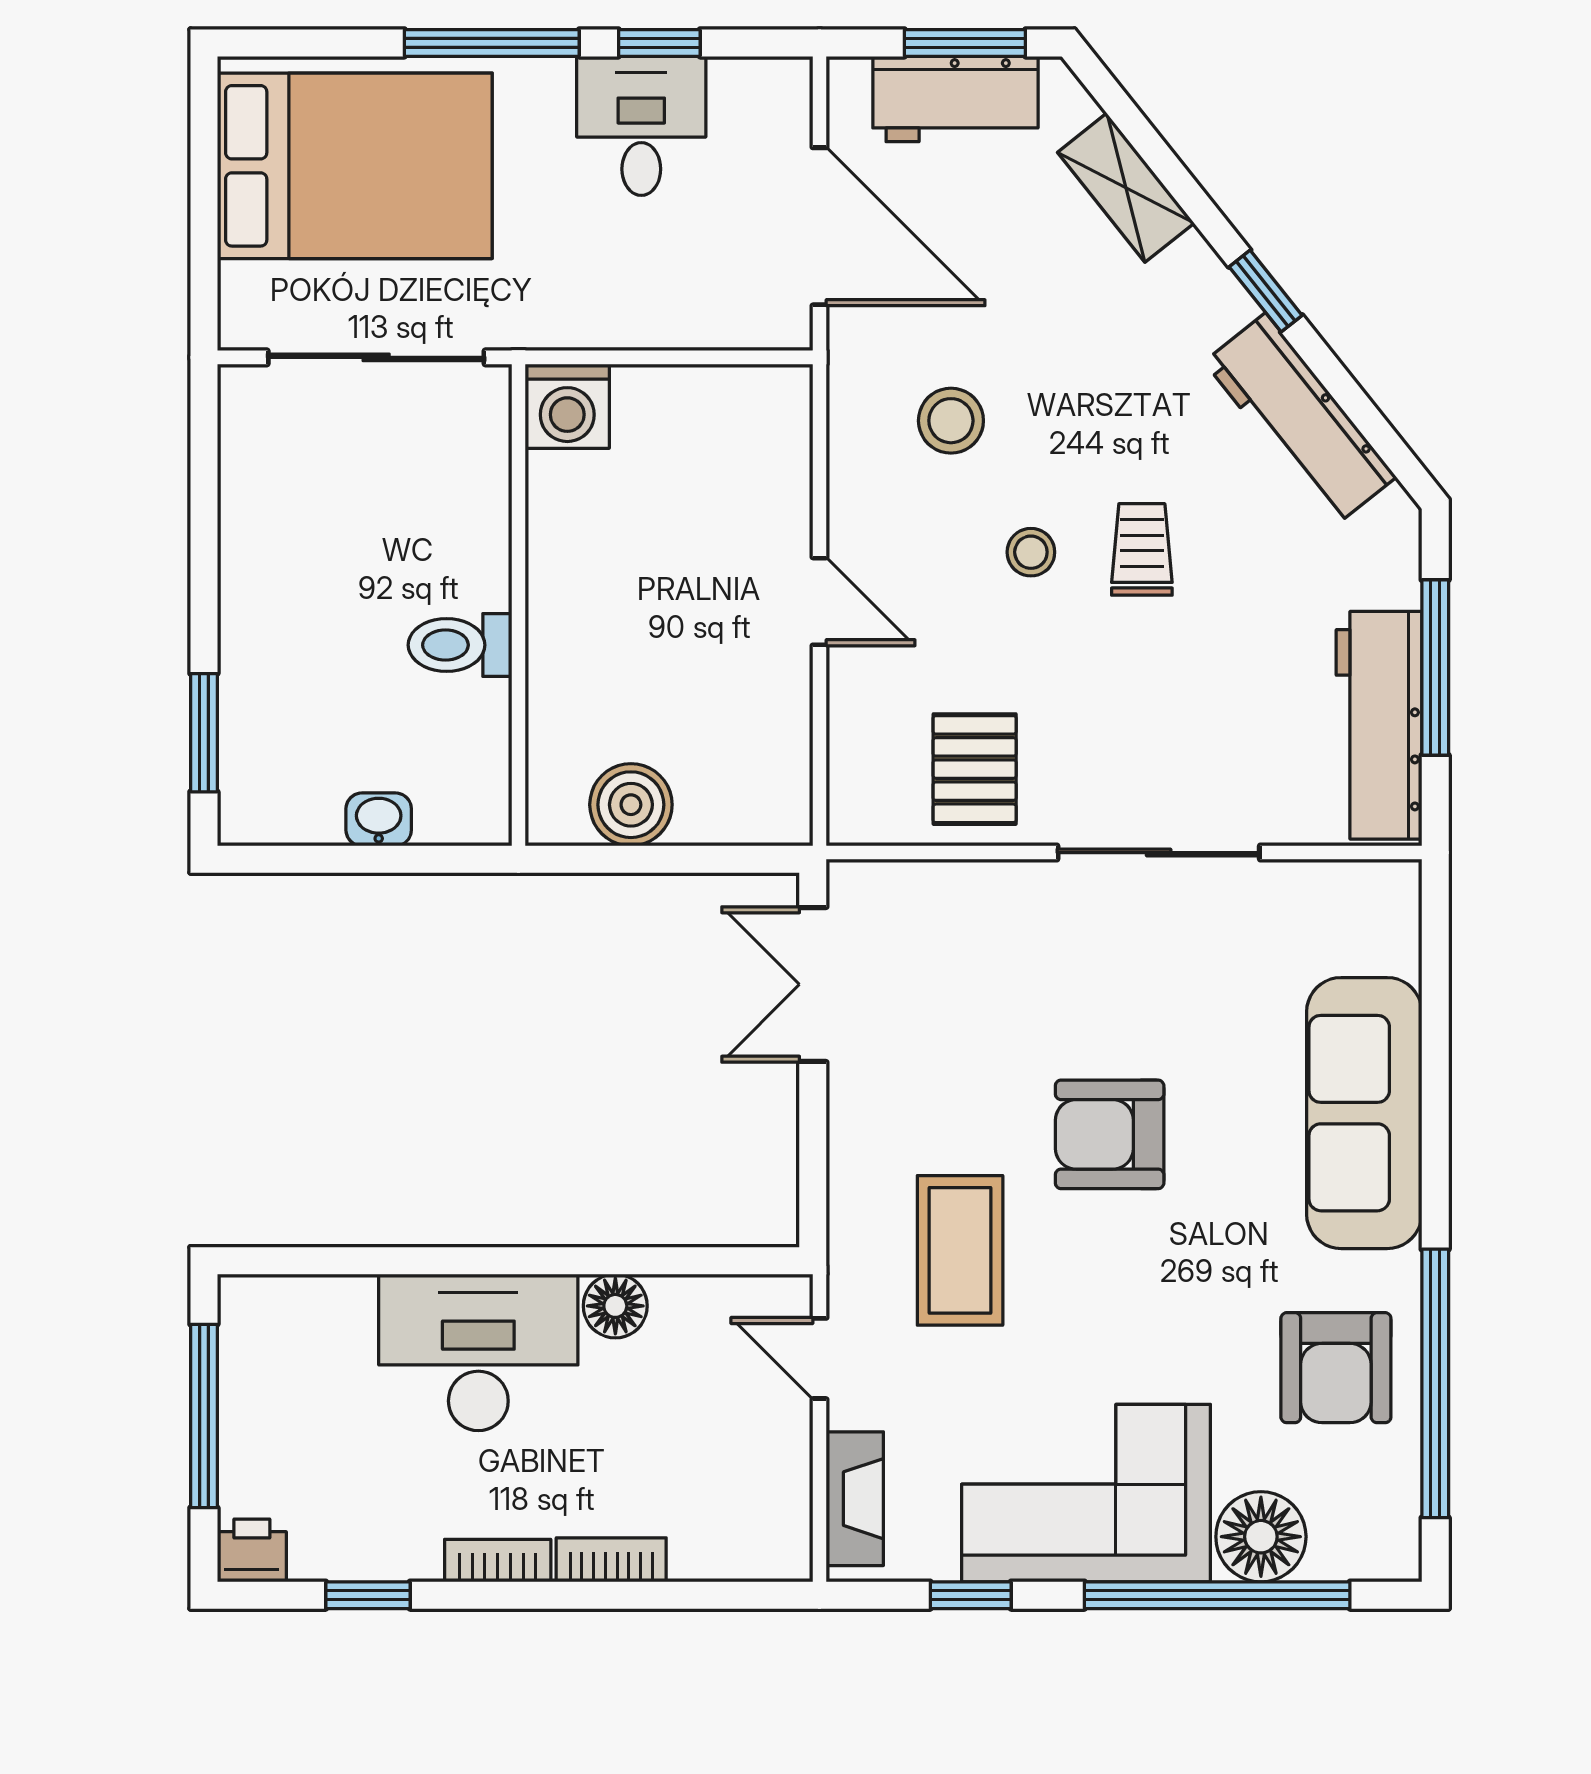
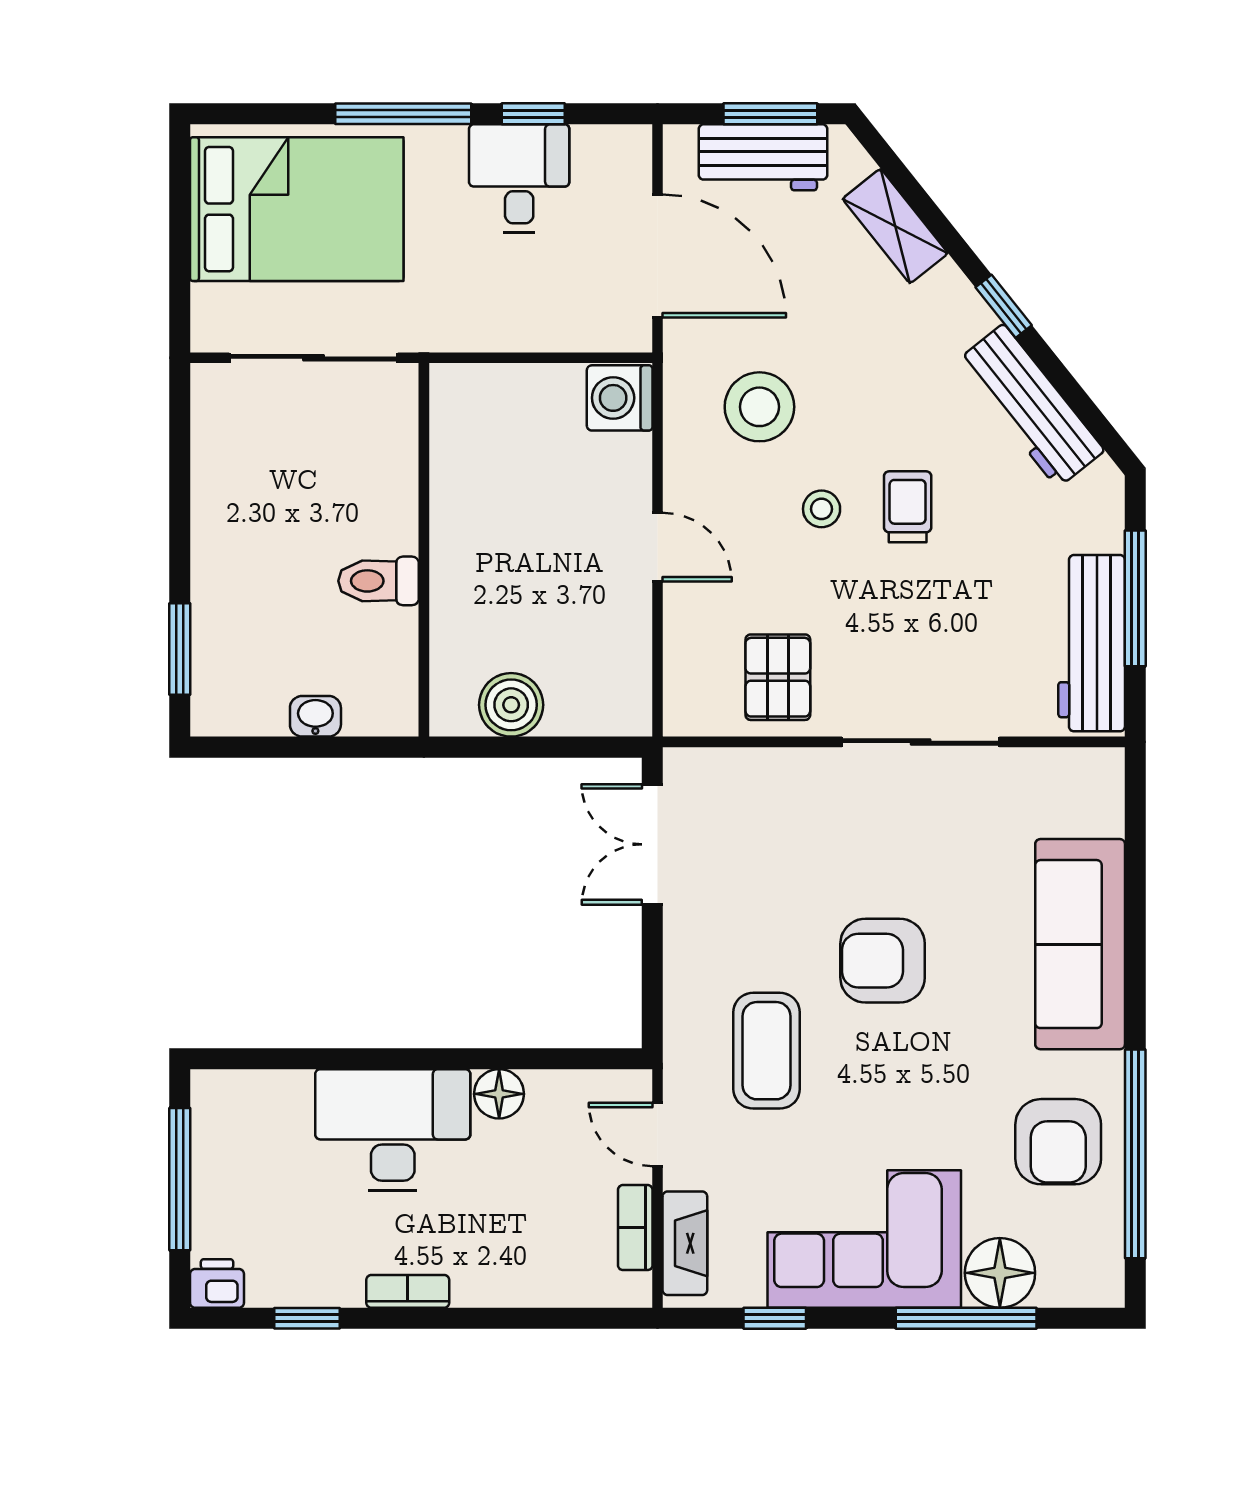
washing machine: (567, 406) -> (620, 398), moved, turned 90
stool: (951, 421) -> (759, 407), width x1.38, depth x1.38
bookcase: (611, 1560) -> (635, 1228), moved, turned -90
window: (1217, 1595) -> (966, 1318), width x0.68

